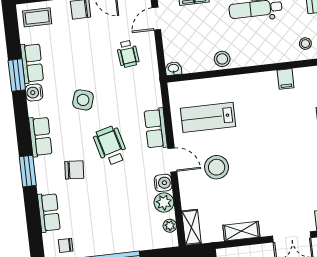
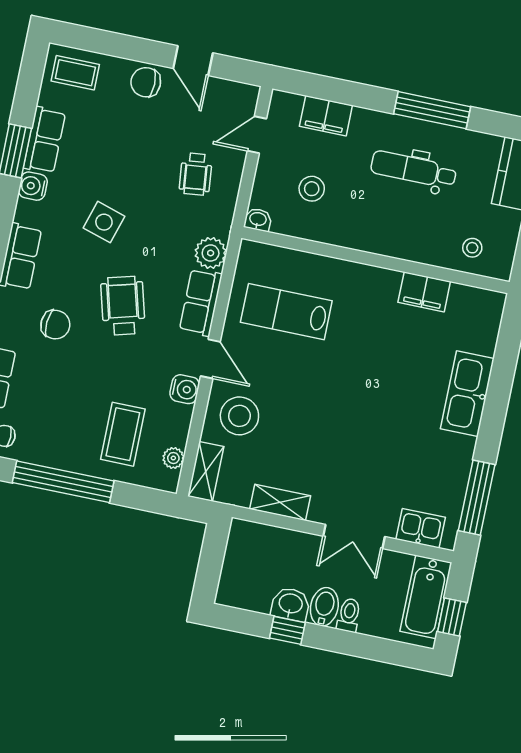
stool: (222, 59) -> (312, 189), moved
filing cabinet: (286, 79) -> (424, 292), width x2.00
stool: (217, 167) -> (239, 416), moved
plant: (164, 202) -> (211, 253), moved
coffee table: (135, 221) -> (123, 434), added

